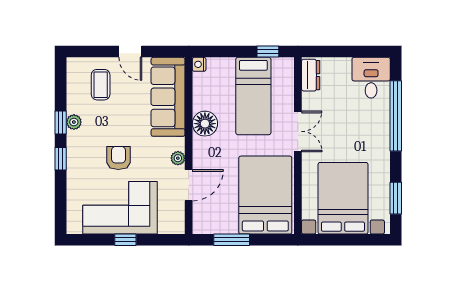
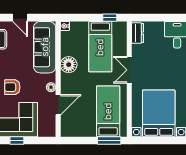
double door: (298, 131) -> (129, 70), swing flipped
armchair: (118, 158) -> (12, 87), turned -90
bed: (265, 195) -> (108, 111), width x0.67
window: (232, 240) -> (109, 140), moved

